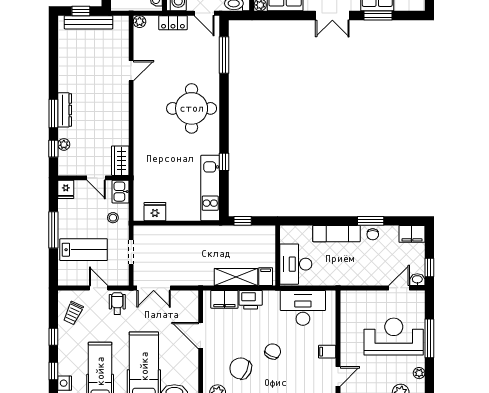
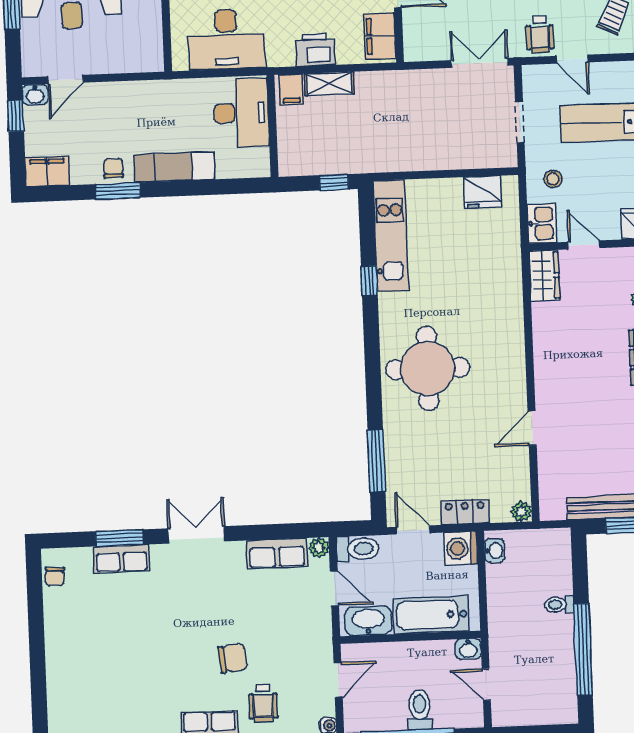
shelving: (236, 277) -> (329, 84), width x0.67, depth x0.75
filing cabinet: (224, 299) -> (380, 36), moved, turned -90

